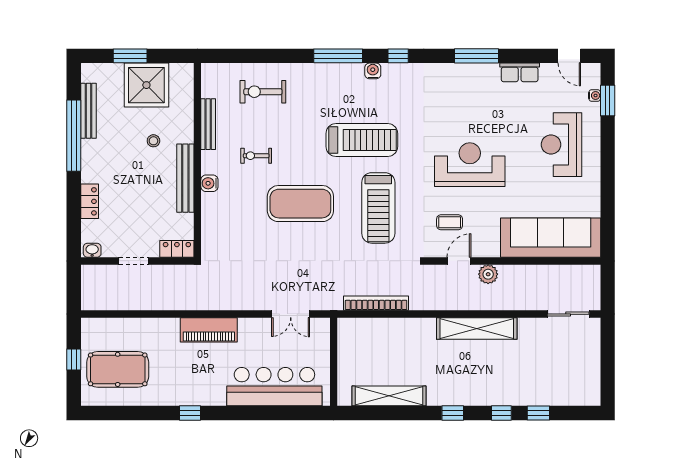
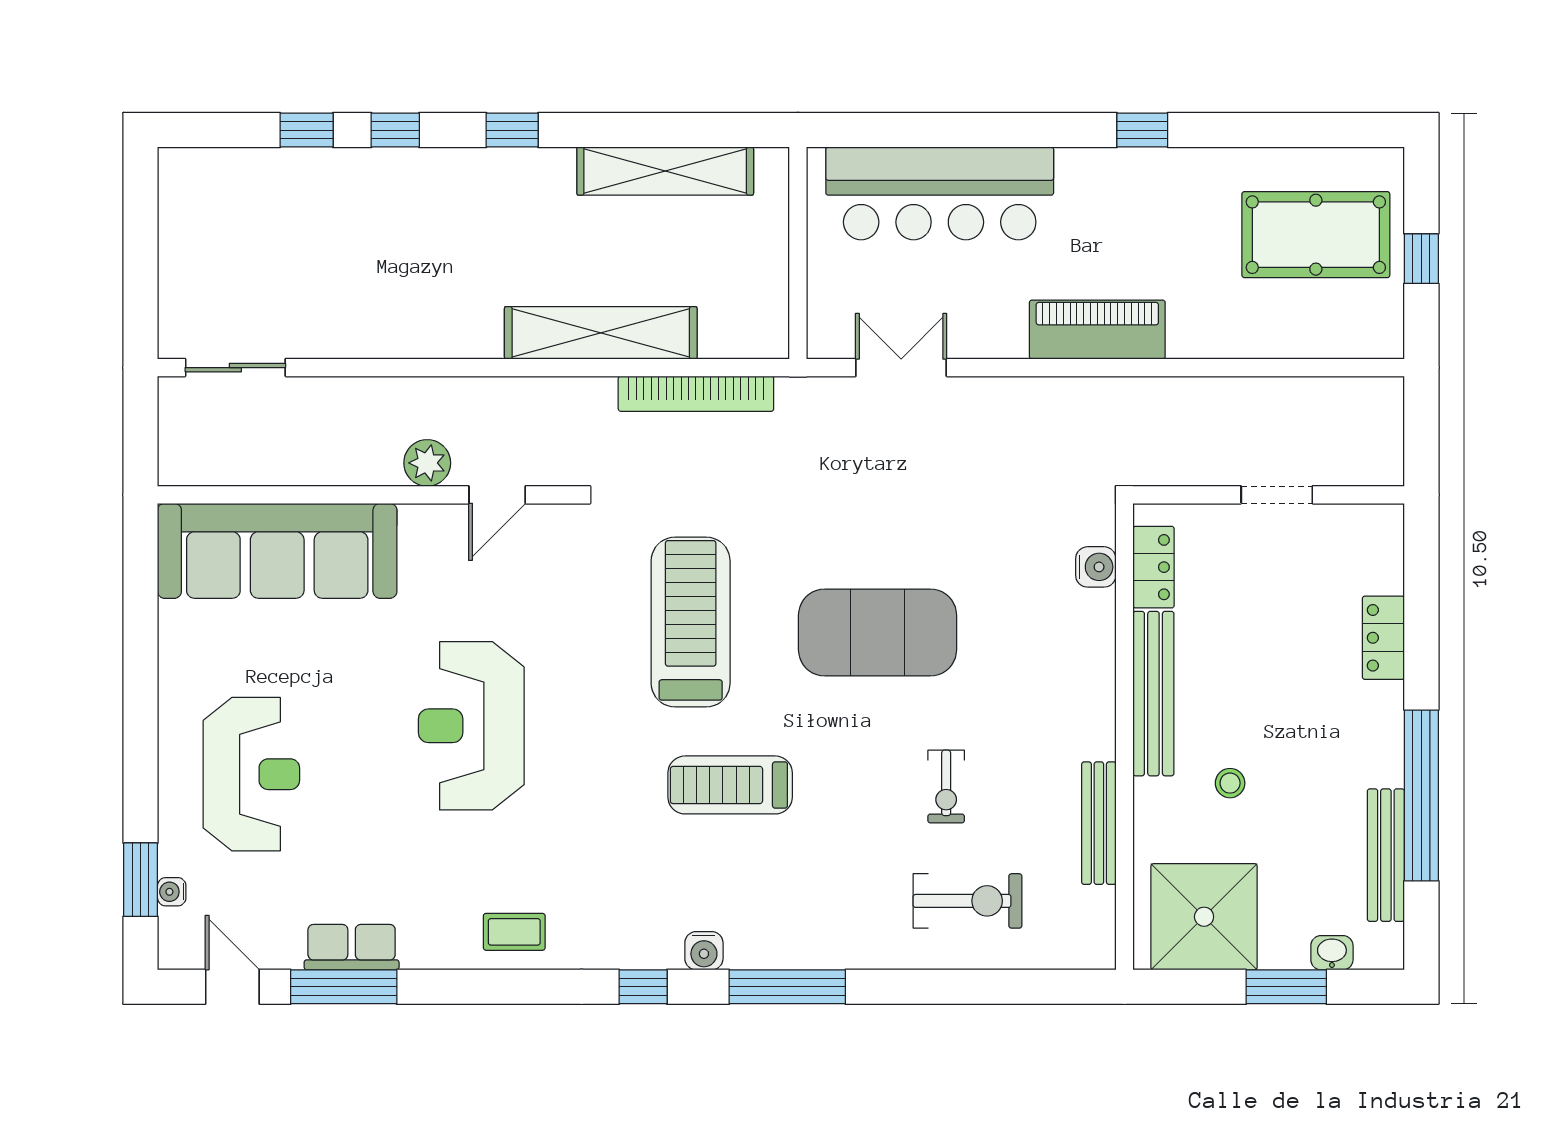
window: (476, 56) -> (344, 987), moved
shower: (146, 85) -> (1204, 917), moved
treadmill: (362, 140) -> (730, 785), width x0.73, depth x0.73
exercise bike: (256, 156) -> (946, 787), moved, turned 90
reception desk: (470, 165) -> (471, 726), turned 90
water cooler: (209, 183) -> (1096, 567), moved
coffee table: (450, 222) -> (514, 932), moved
locker: (177, 249) -> (1154, 567), moved, turned -90
washbasin: (92, 250) -> (1332, 953), moved, turned 180
shelving: (477, 329) -> (601, 333), moved

